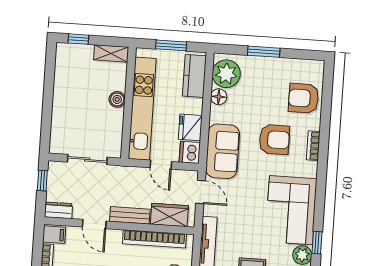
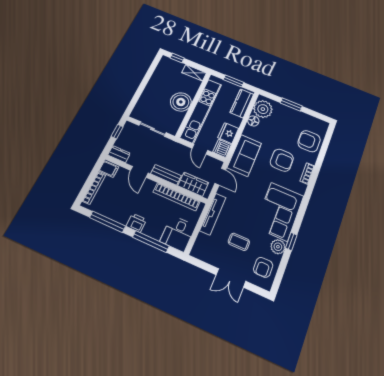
boiler: (117, 99) -> (181, 102), width x1.86, depth x1.86

